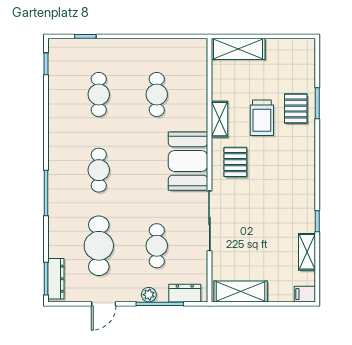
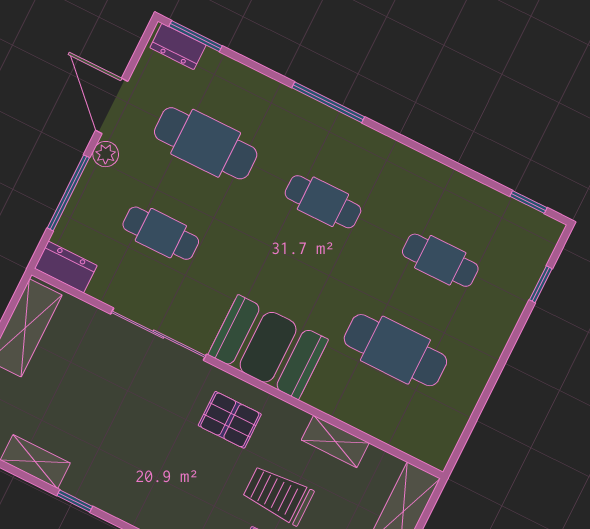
cafe table: (157, 94) -> (395, 350), width x1.37, depth x1.35
shelving: (219, 119) -> (335, 441), moved
dresser: (56, 279) -> (178, 46), width x0.70
dresser: (185, 293) -> (66, 267), moved, turned -90
plant: (149, 295) -> (106, 154), moved
door: (104, 304) -> (112, 106), width x1.38

